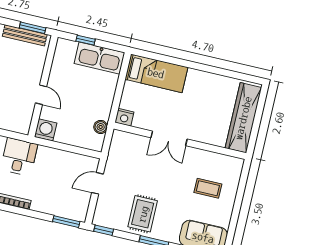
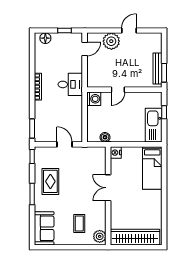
plant: (231, 165) -> (100, 236), added
rug: (143, 214) -> (50, 181), turned 90

